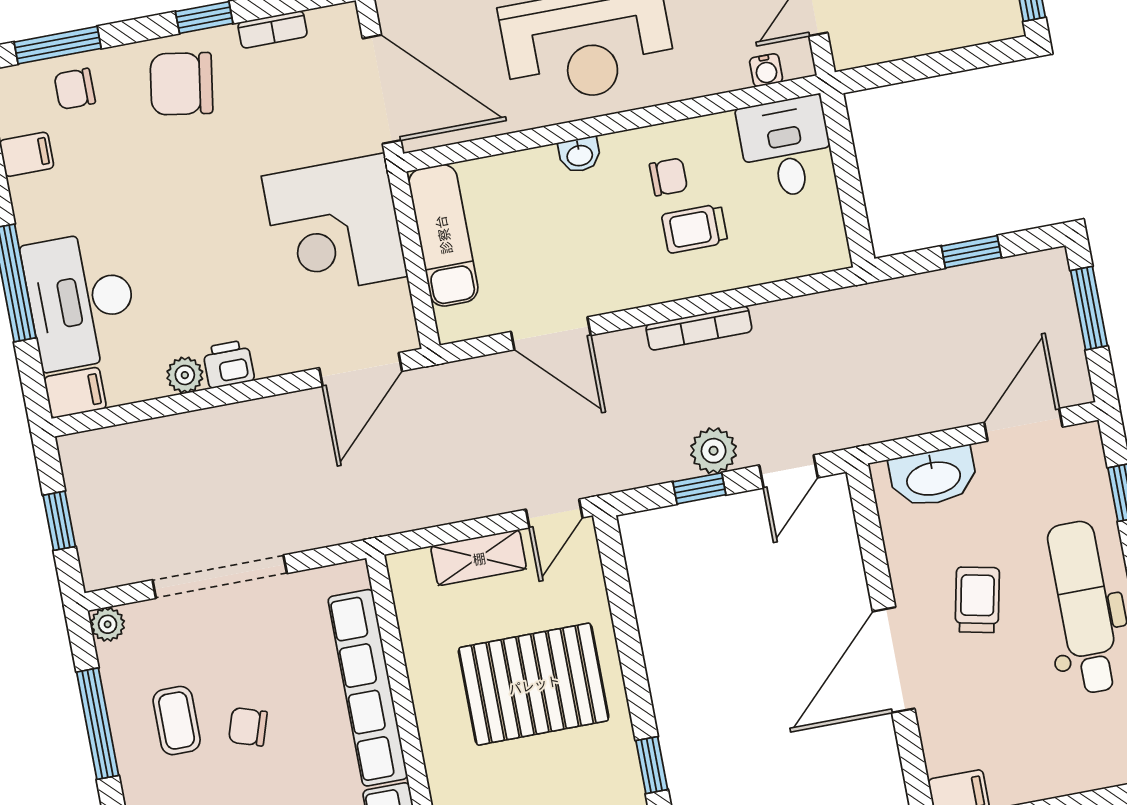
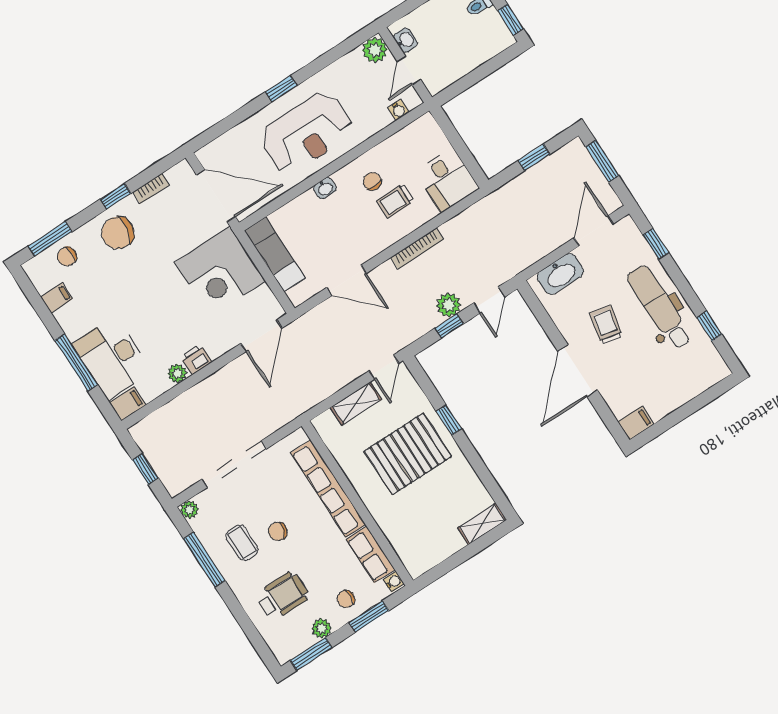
desk: (786, 148) -> (447, 180), moved, turned 180
chair: (668, 177) -> (372, 181), turned -90
window: (652, 765) -> (449, 420), moved

